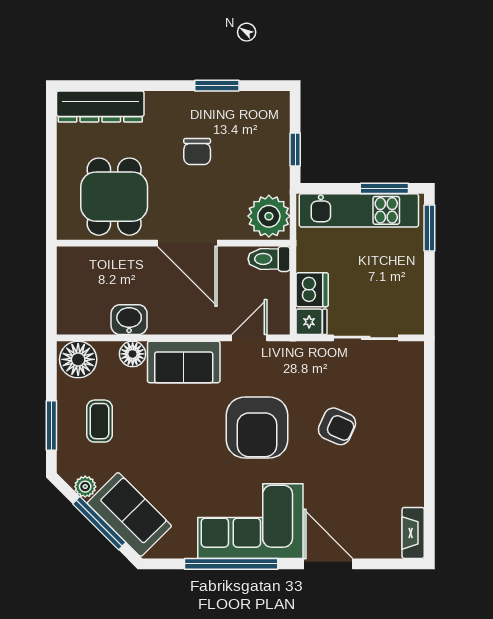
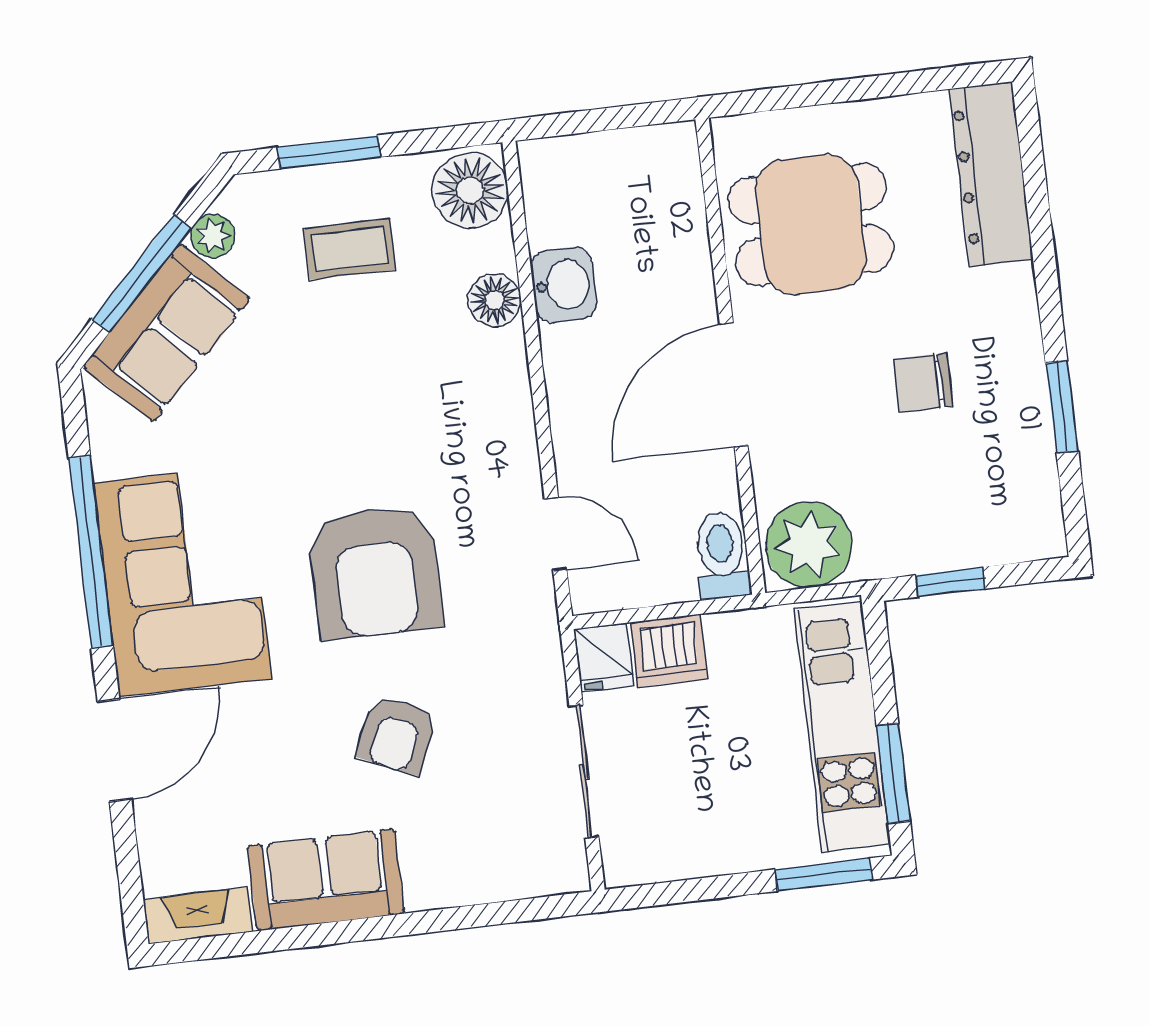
sofa: (184, 362) -> (326, 880), moved, turned 90
armchair: (257, 427) -> (375, 572), turned -90

